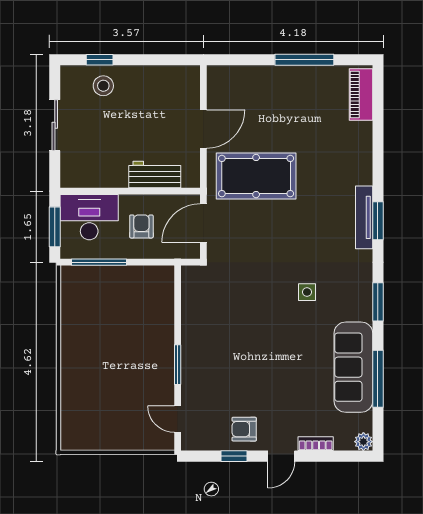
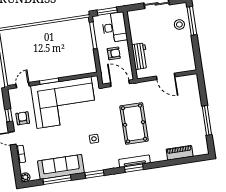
window: (100, 60) -> (192, 21), width x2.17
piano: (361, 95) -> (180, 153), moved
pool table: (256, 176) -> (134, 123), moved
corner sofa: (225, 341) -> (64, 103), added

